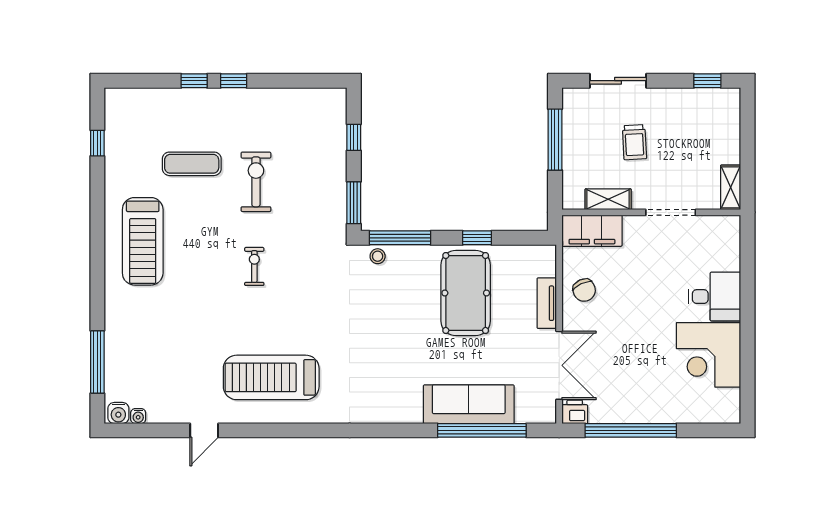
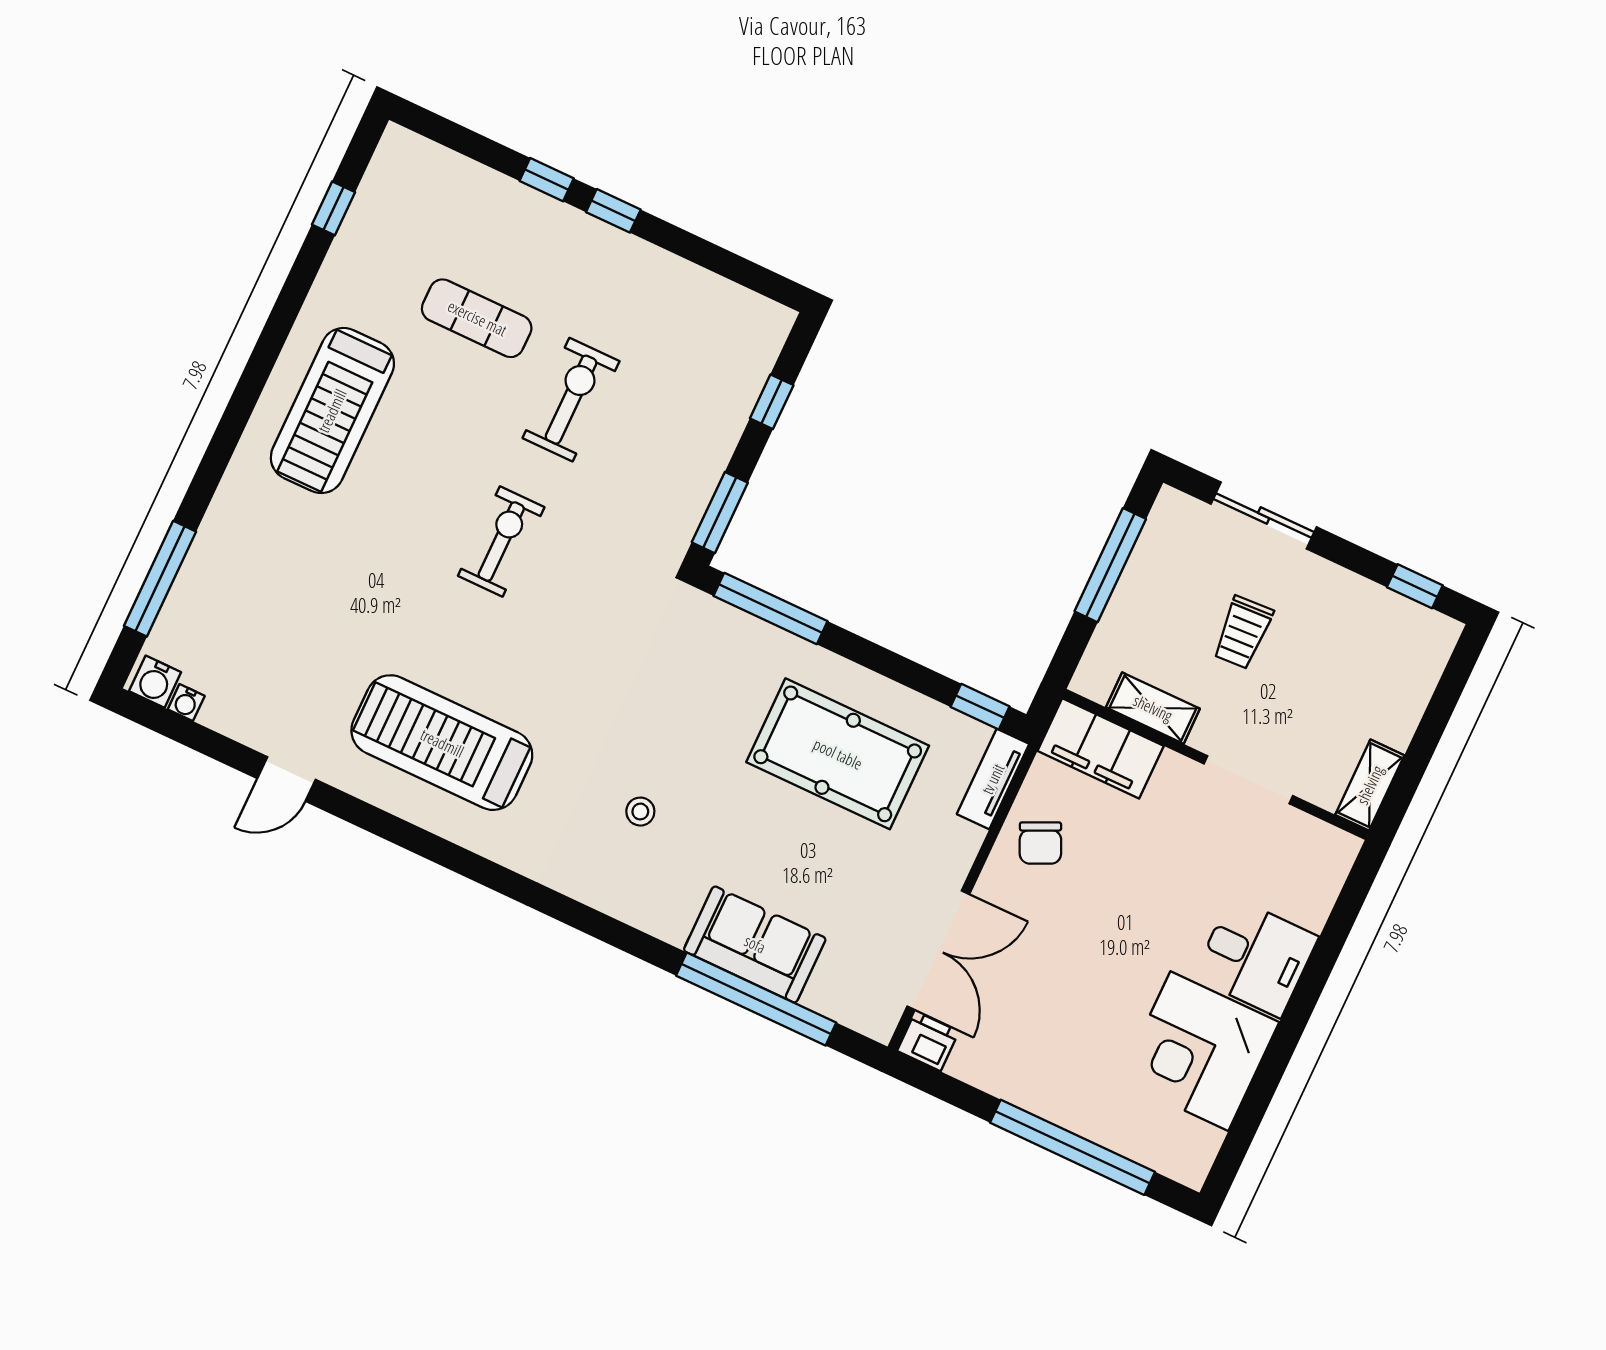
window: (477, 238) -> (980, 707), moved
stool: (378, 256) -> (640, 812), moved
exercise bike: (254, 266) -> (501, 542), width x1.38, depth x1.39
pool table: (466, 293) -> (838, 754), turned 90
tv unit: (547, 303) -> (993, 779), moved
sofa: (469, 404) -> (755, 944), width x0.73
window: (631, 430) -> (1073, 1147), moved

